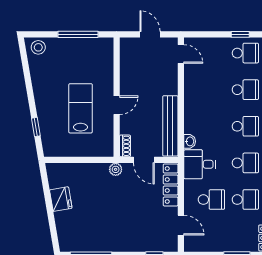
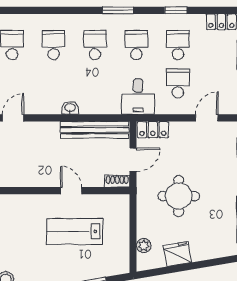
washbasin: (190, 141) -> (70, 108), moved
plant: (116, 169) -> (144, 246), moved
locker: (171, 185) -> (153, 130), width x0.66
round table: (112, 200) -> (179, 196), added

